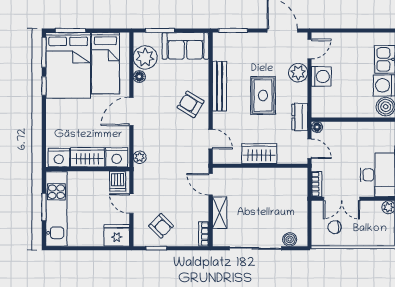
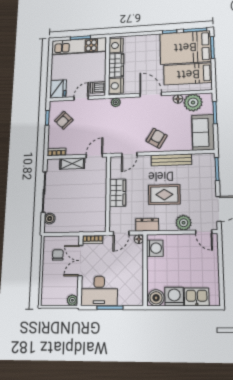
washing machine: (321, 77) -> (155, 248), moved, turned -90

